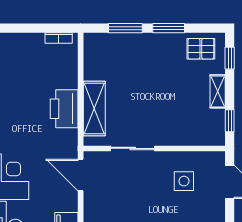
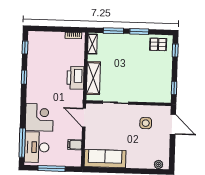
shelving: (218, 91) -> (92, 44), moved

